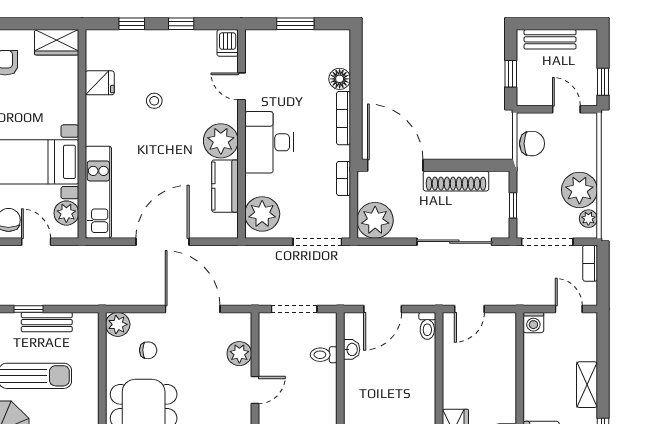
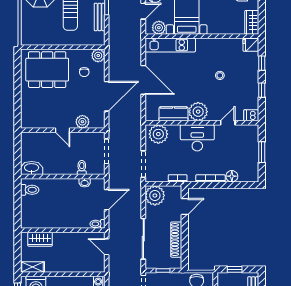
fridge: (100, 83) -> (251, 45), moved, turned 90
door: (395, 165) -> (185, 206), width x0.53
door: (383, 309) -> (107, 200), swing flipped

